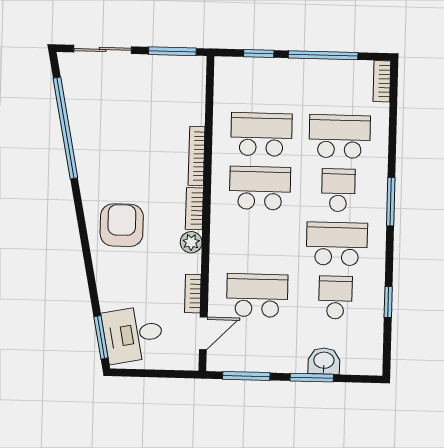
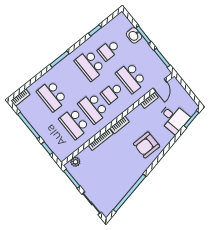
school desk: (338, 190) -> (112, 93), moved
plant: (191, 242) -> (75, 162), moved
door: (203, 333) -> (160, 85), swing flipped
desk: (133, 334) -> (173, 118), moved

